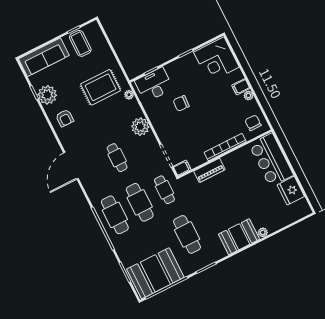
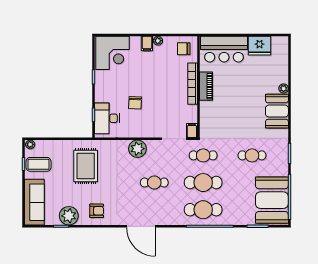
plant: (129, 95) -> (30, 144), moved
piano: (209, 170) -> (206, 86), moved
cafe table: (187, 234) -> (252, 155), width x0.73, depth x0.74

